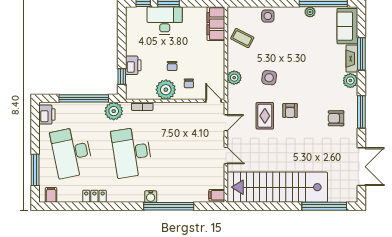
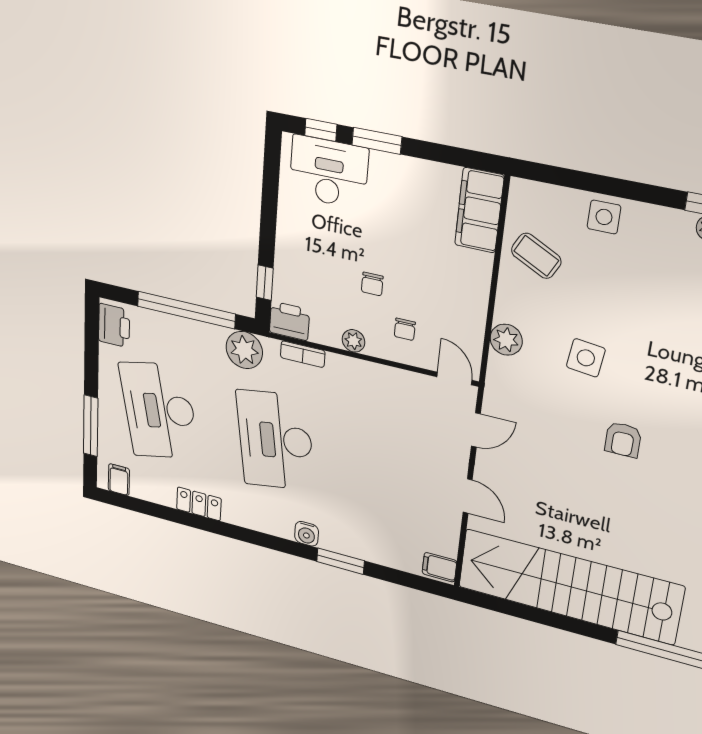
desk: (165, 20) -> (329, 172), moved
printer: (133, 65) -> (289, 321), moved, turned -90
plant: (166, 90) -> (354, 341), width x0.53, depth x0.53
rug: (265, 116) -> (564, 437), removed
window: (169, 206) -> (340, 561), width x0.47

